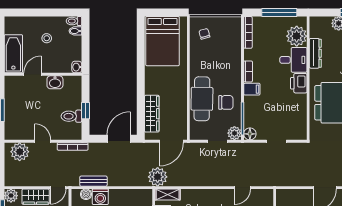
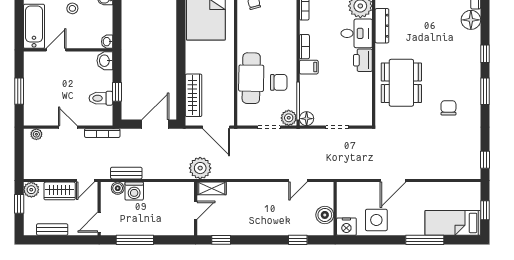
washbasin: (55, 82) -> (105, 61), moved, turned 90
door: (171, 141) -> (216, 127), hinge flipped
plant: (20, 152) -> (36, 134), width x0.53, depth x0.53

